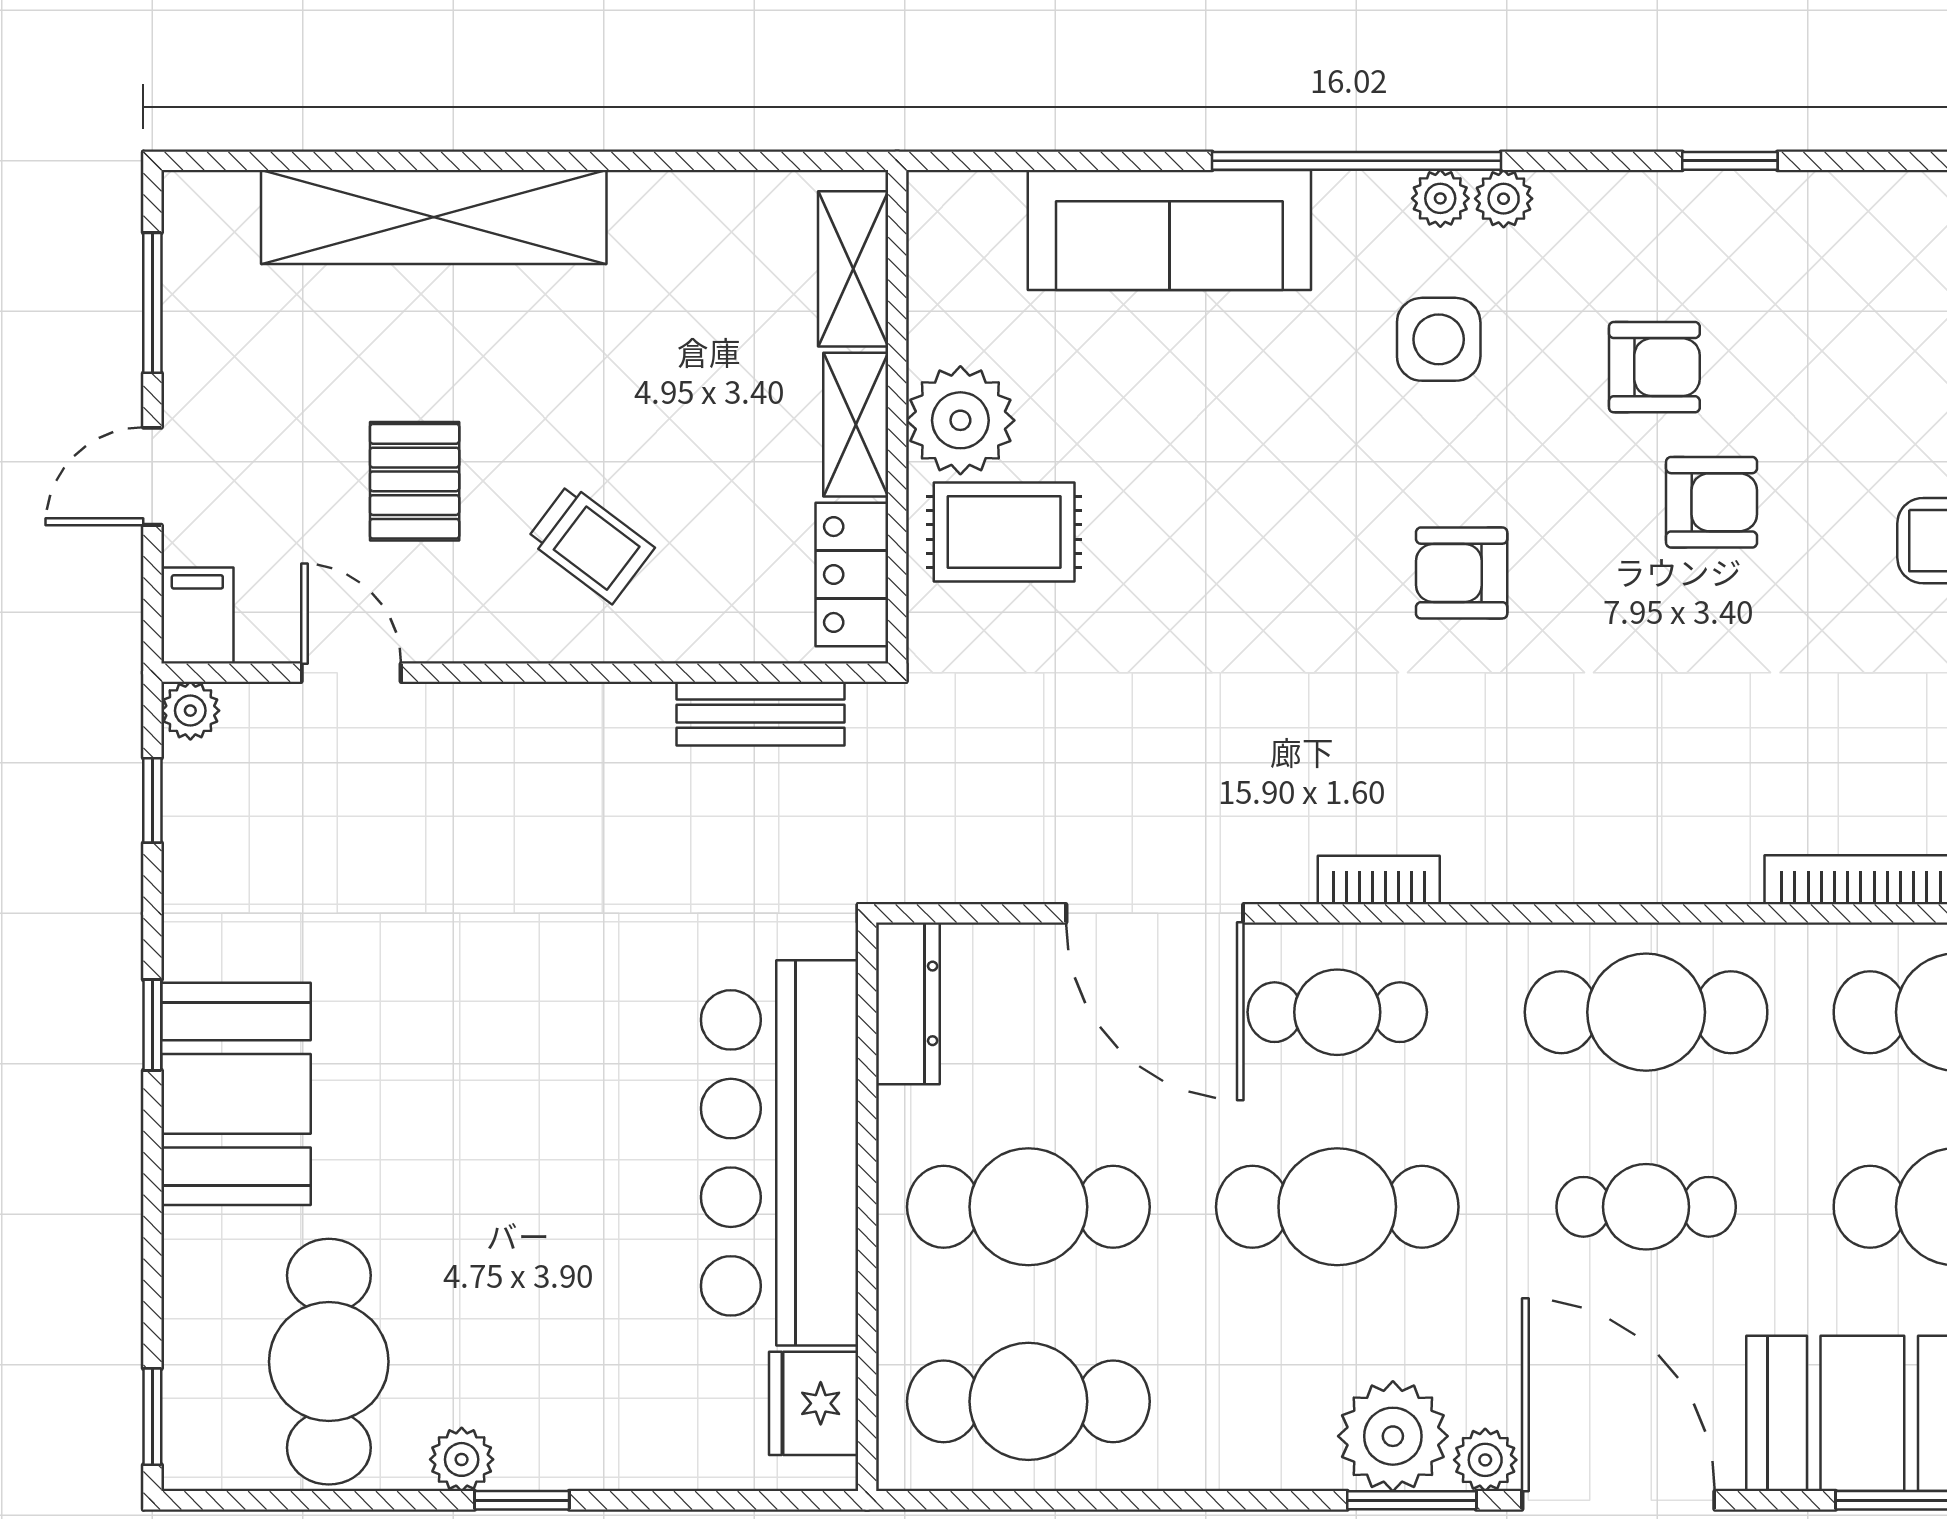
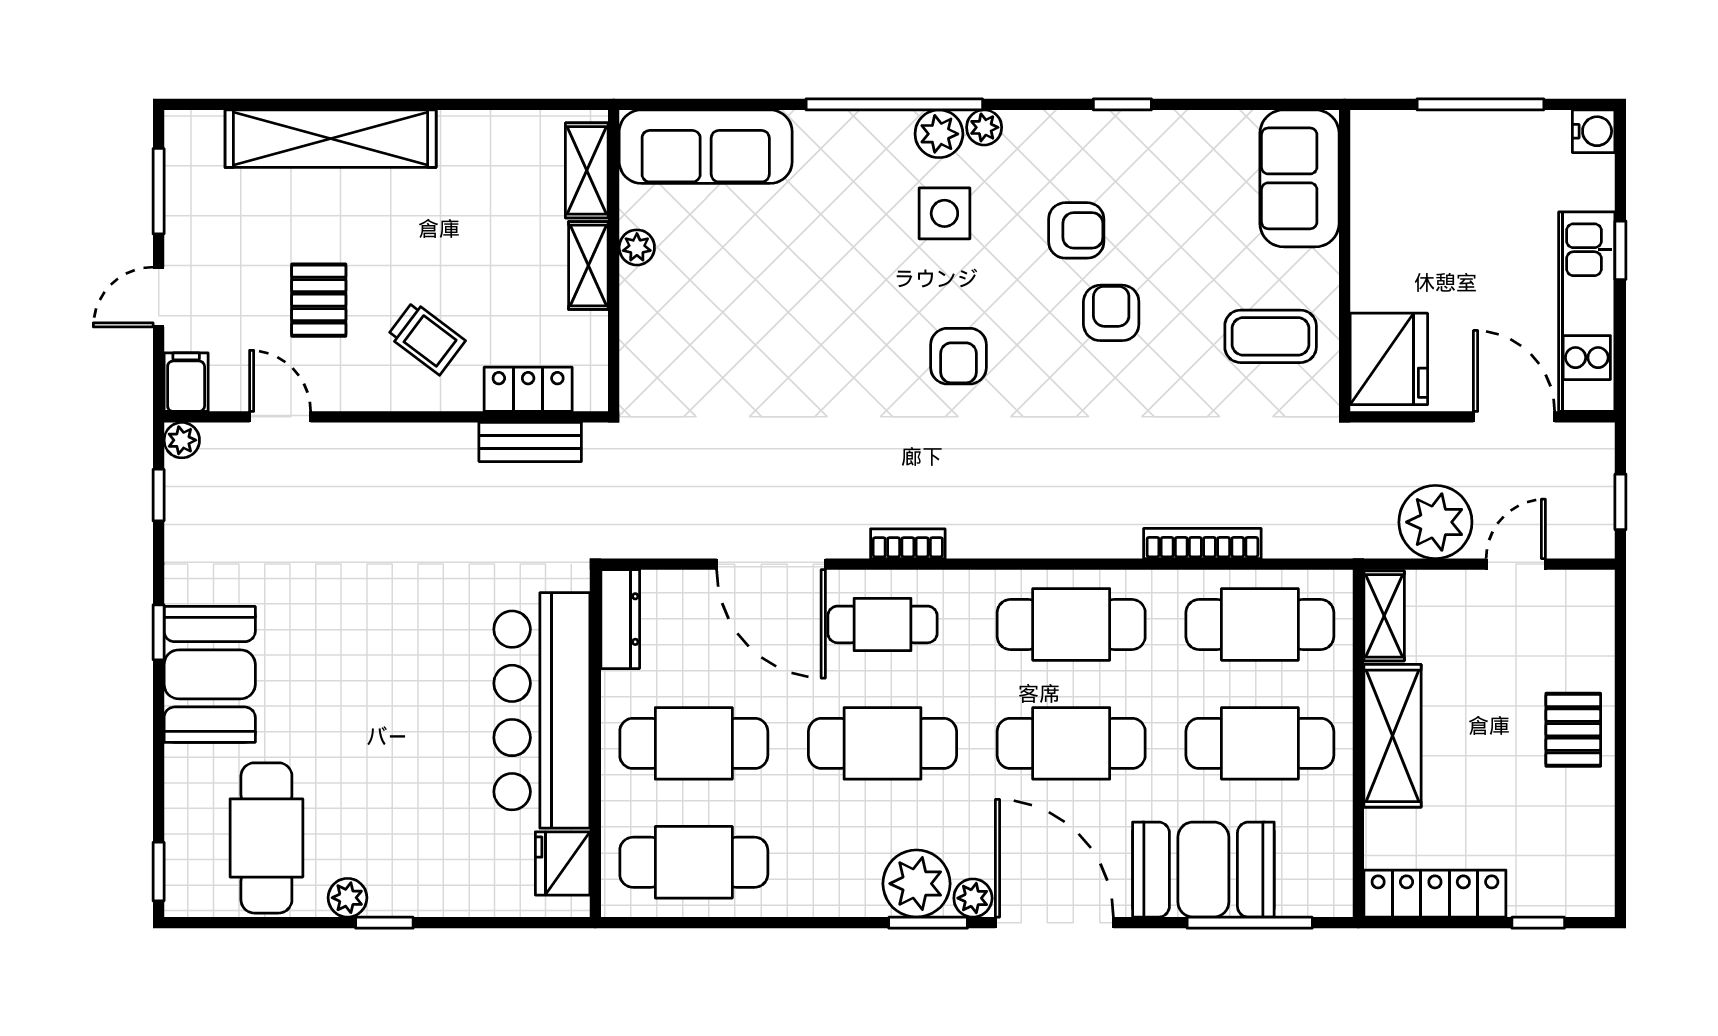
plant: (1440, 198) -> (939, 134), width x1.38, depth x1.38
sofa: (1169, 230) -> (706, 147), moved
plant: (960, 420) -> (637, 247), width x0.53, depth x0.53
armchair: (1712, 502) -> (1111, 313), turned -90
rug: (1004, 532) -> (679, 331), removed
armchair: (1462, 573) -> (959, 356), turned -90
locker: (852, 575) -> (528, 389), moved, turned 90
cafe table: (1646, 1207) -> (1071, 743), width x1.37, depth x1.35

